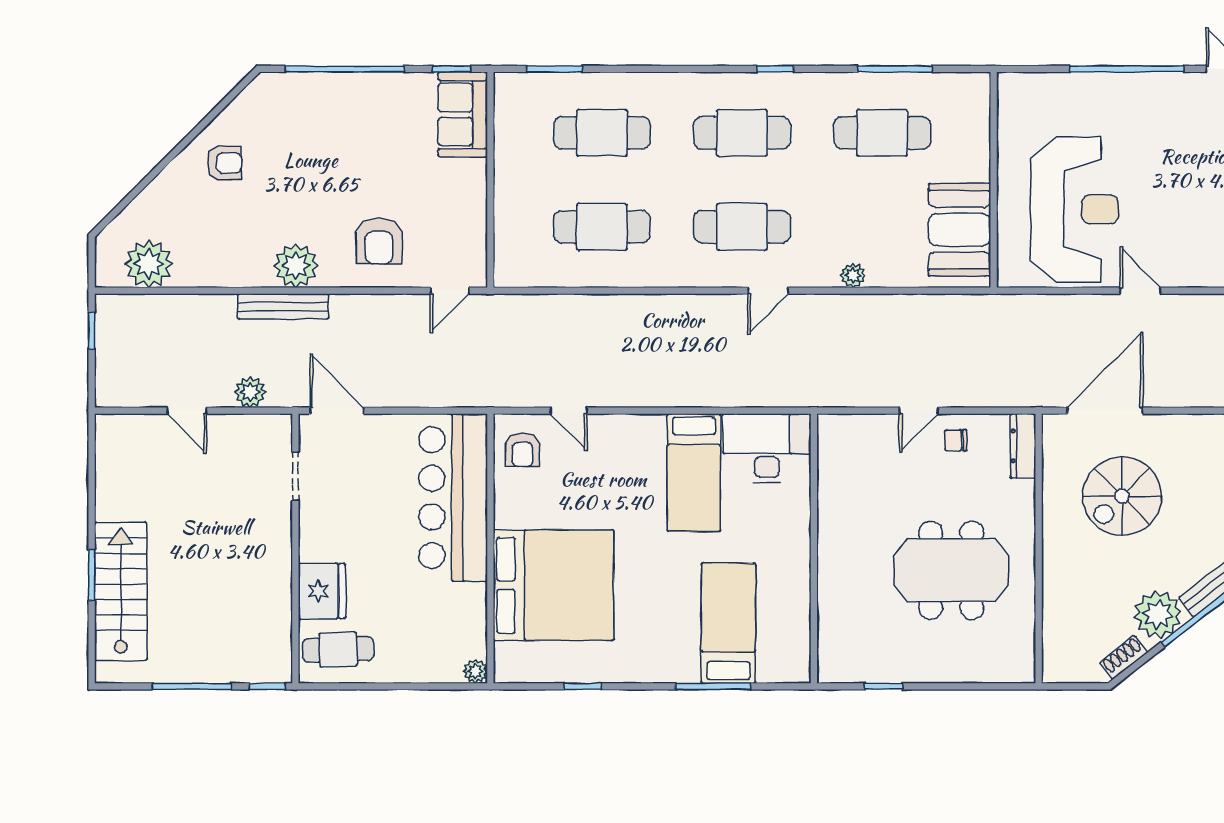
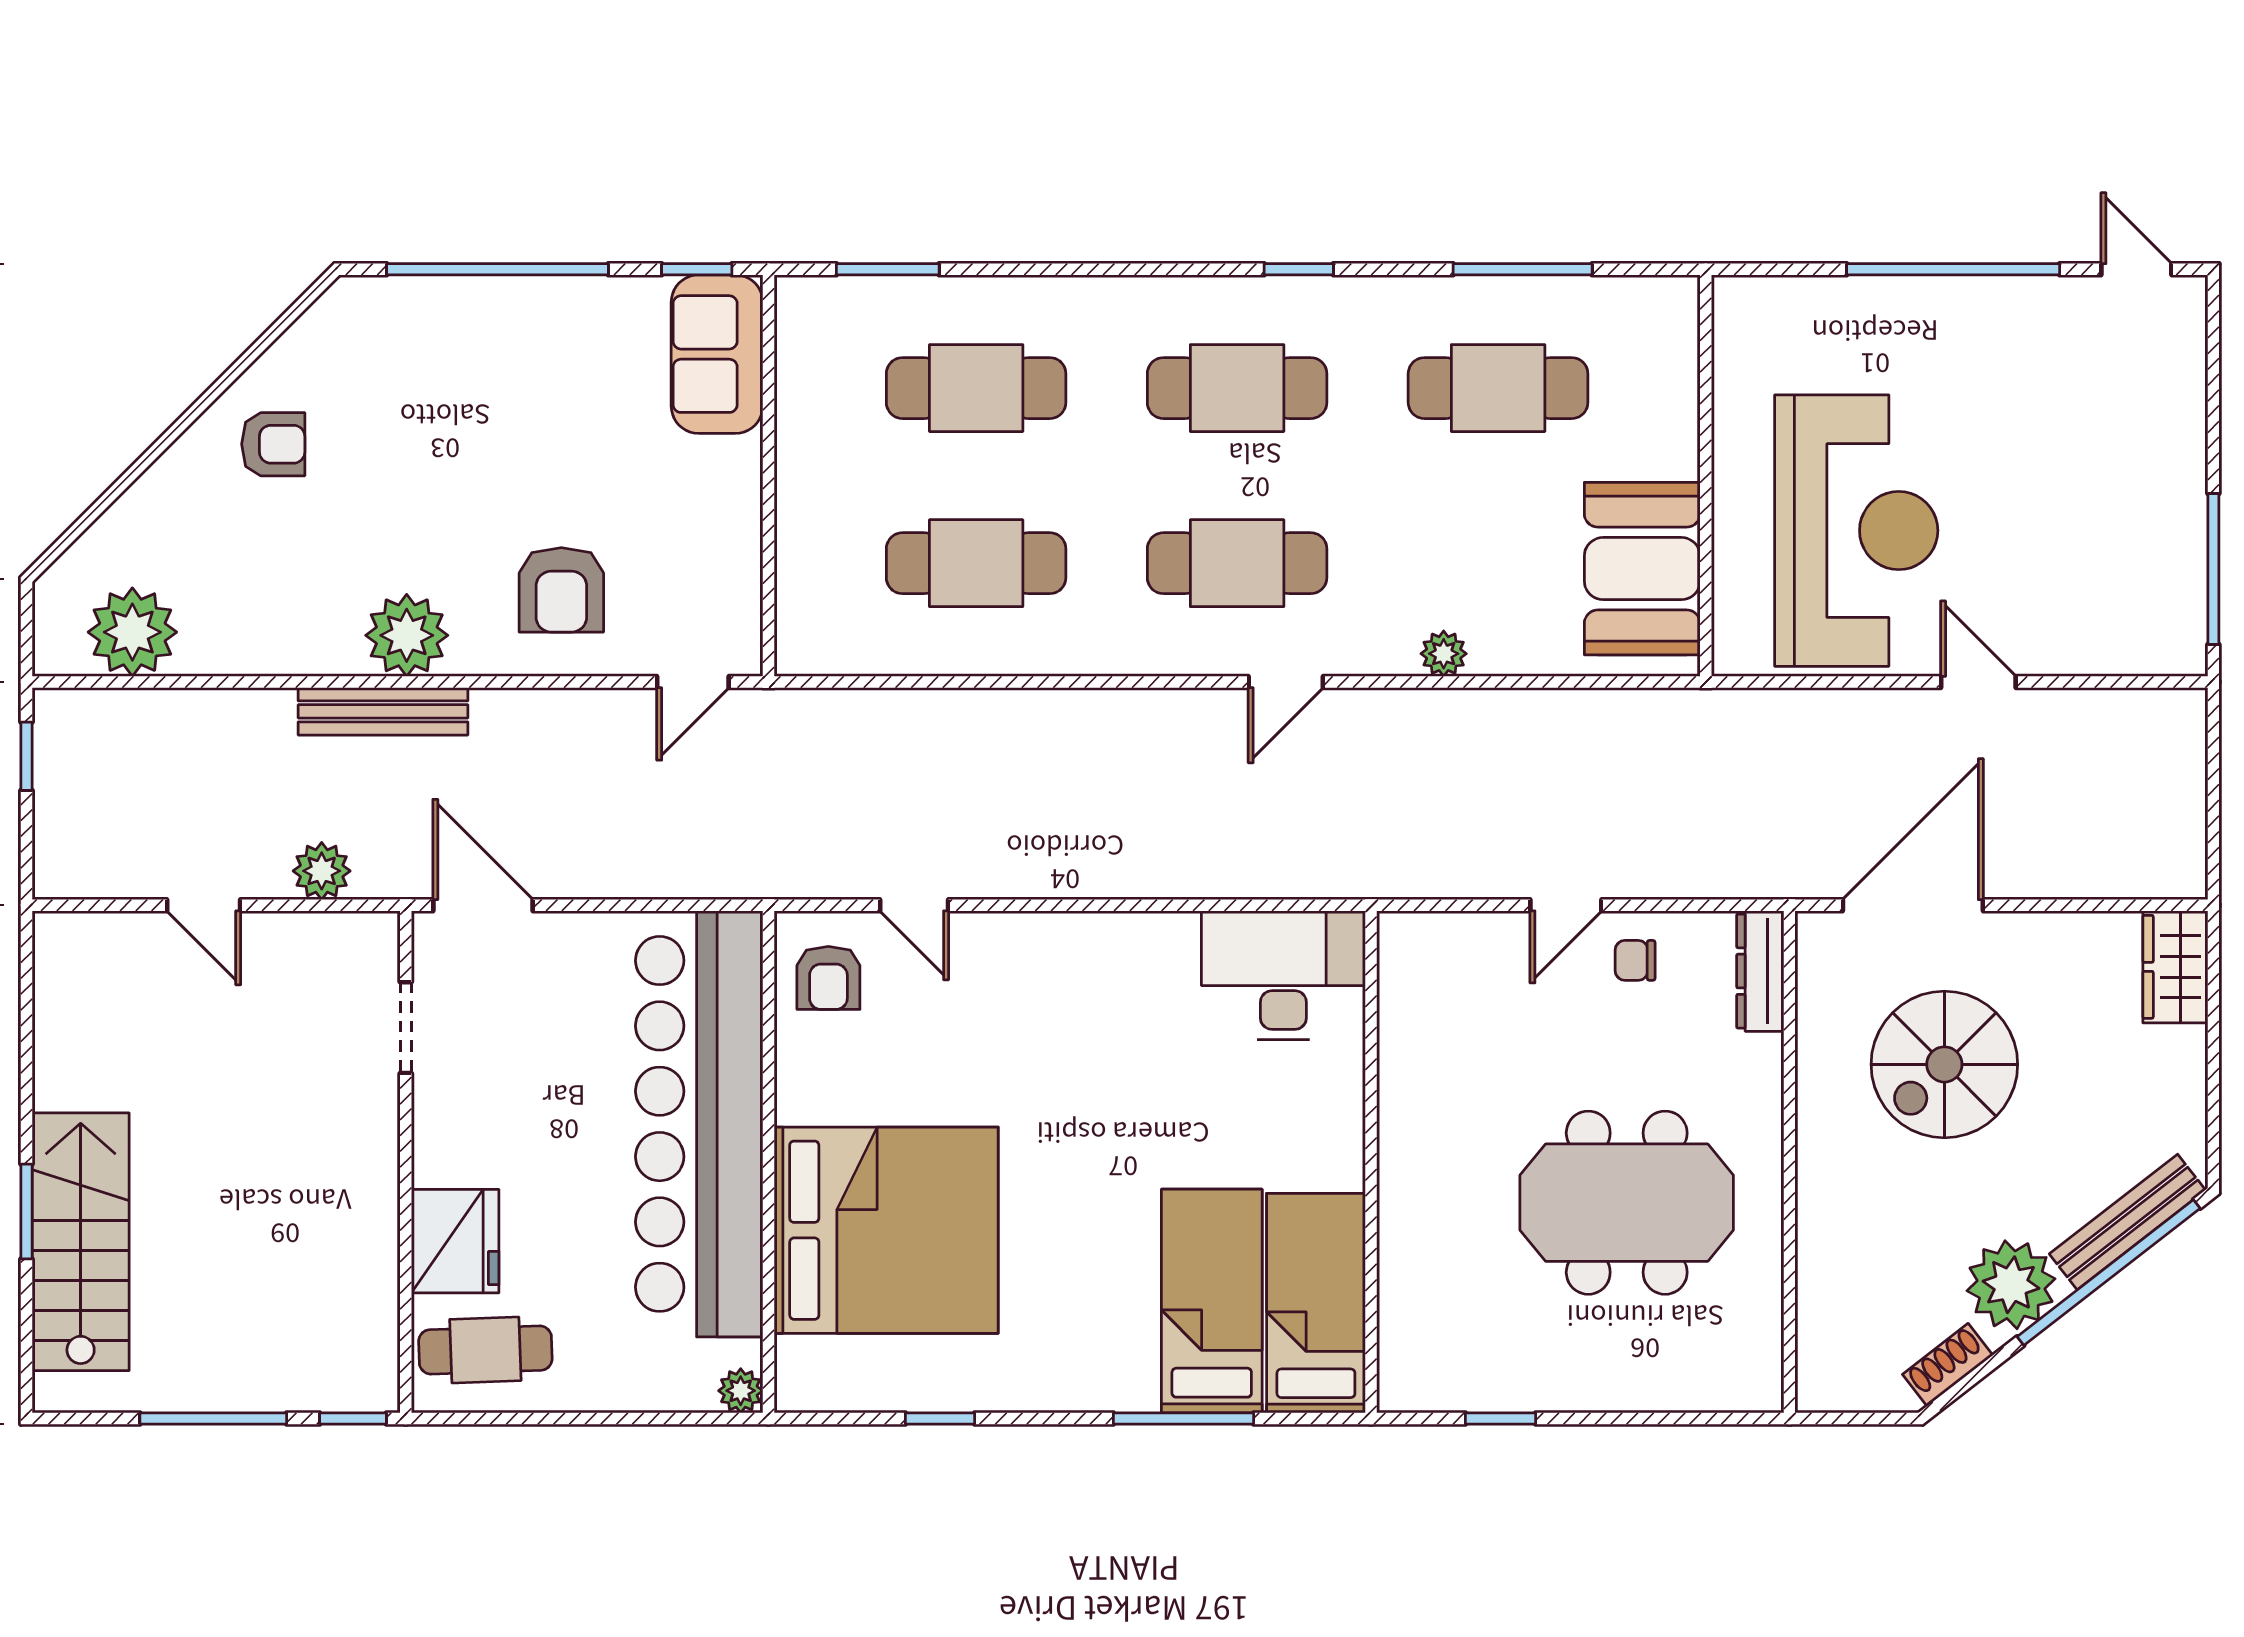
bed: (694, 473) -> (1316, 1303), moved, turned 180
bar counter: (453, 498) -> (699, 1124), width x1.36

